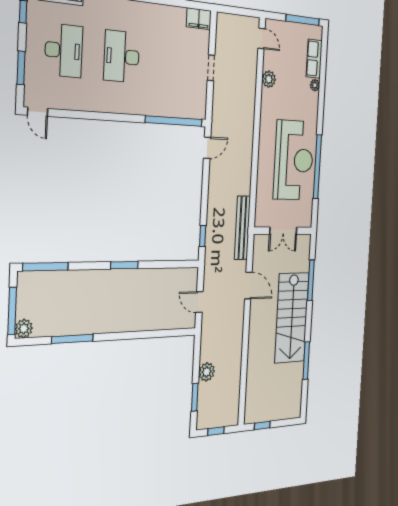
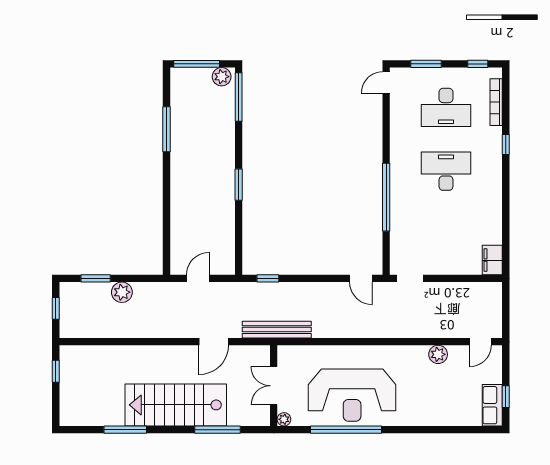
window: (303, 20) -> (506, 397), width x0.46
row of seats: (314, 59) -> (492, 405), moved, turned -90
doorway: (211, 68) -> (410, 278), moved
plant: (315, 85) -> (284, 419), moved
window: (174, 121) -> (386, 197), moved
plant: (24, 329) -> (222, 77), moved

